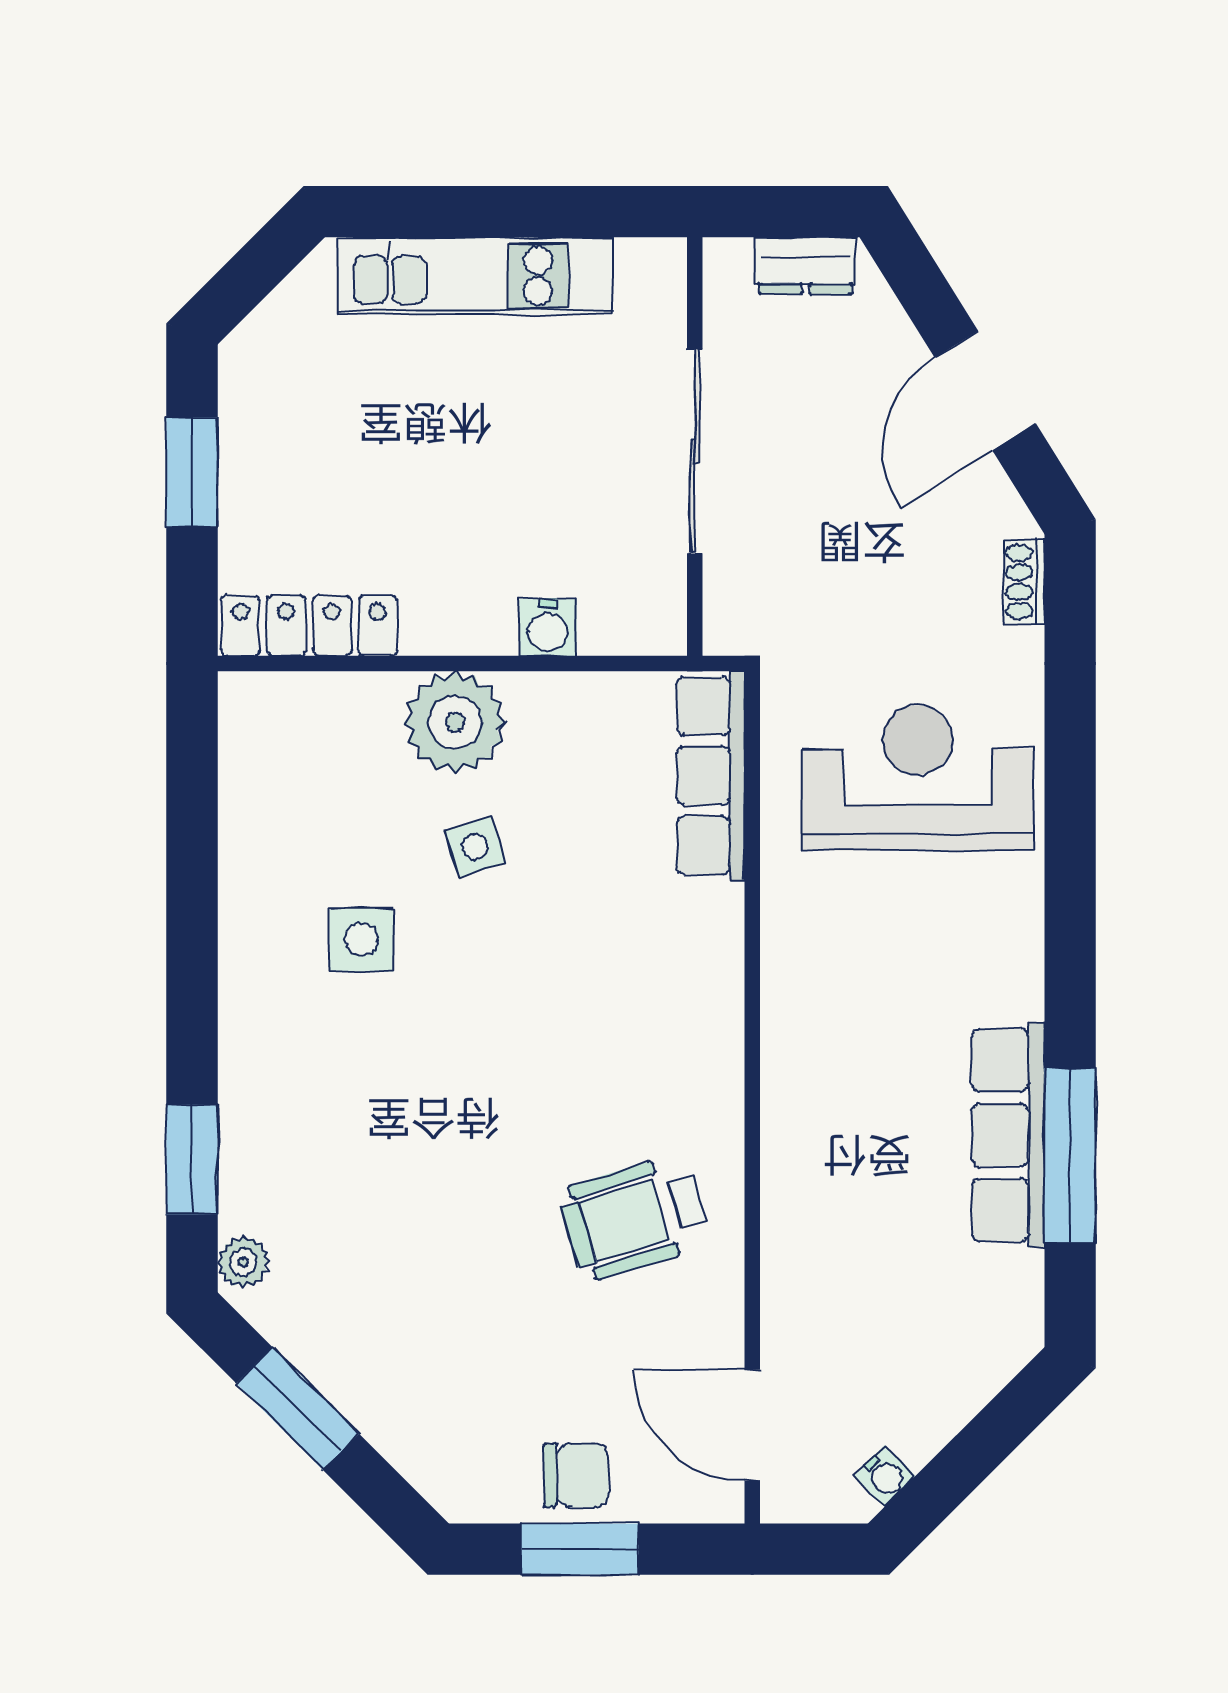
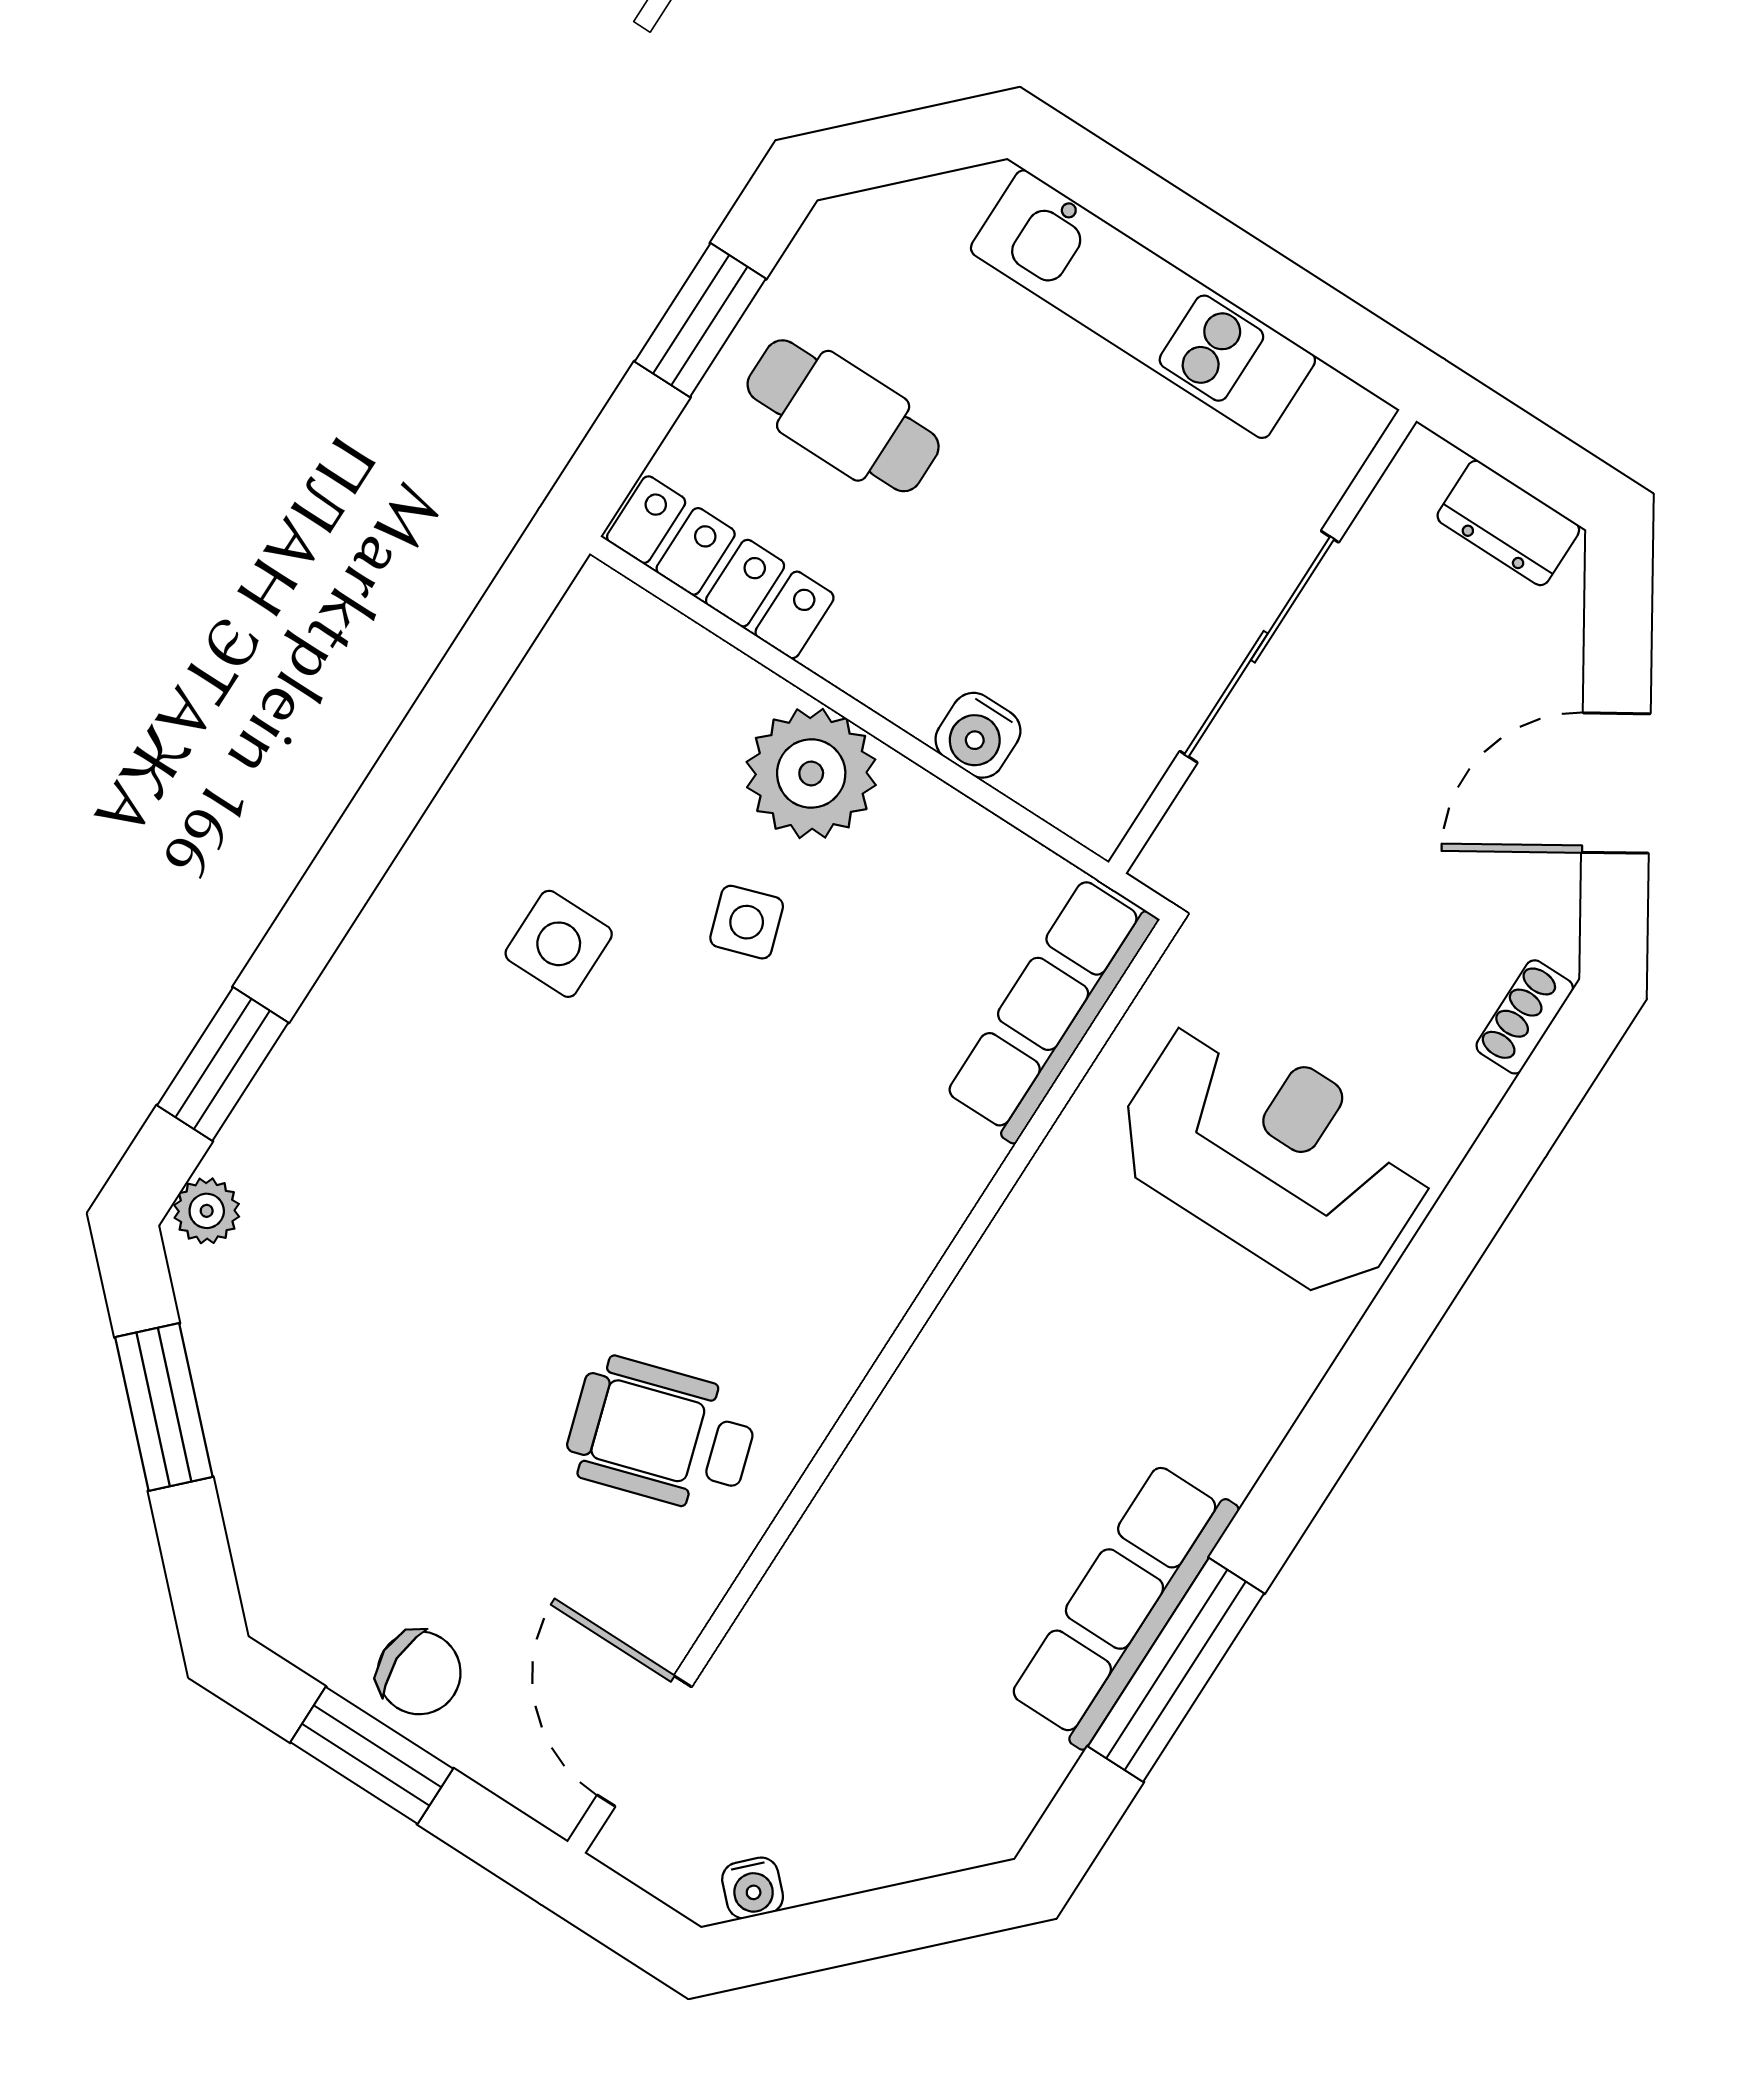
cafe table: (326, 475) -> (843, 416), added

